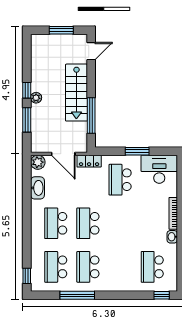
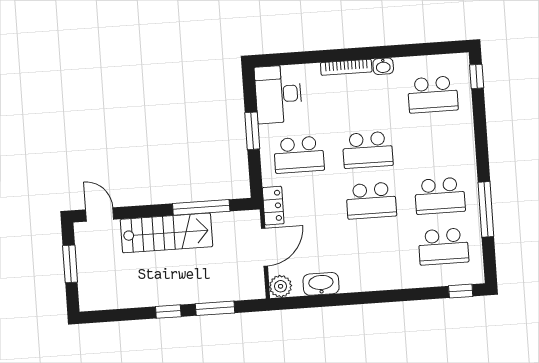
plant: (36, 98) -> (179, 296), removed
school desk: (56, 223) -> (368, 150), moved

